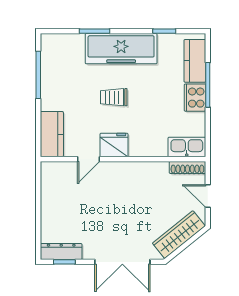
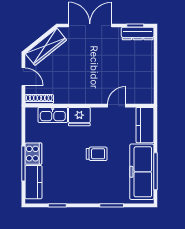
freezer: (121, 49) -> (142, 172), moved, turned -90
fridge: (114, 145) -> (79, 117), moved
kitchen sink: (187, 147) -> (53, 115), moved

